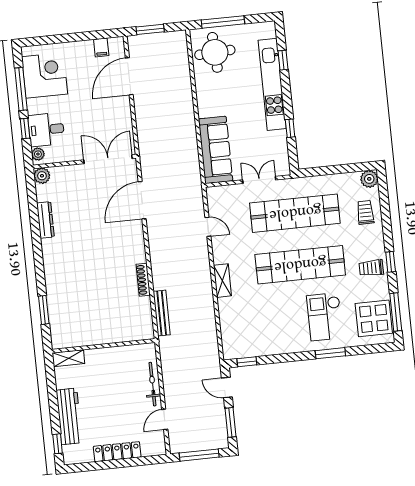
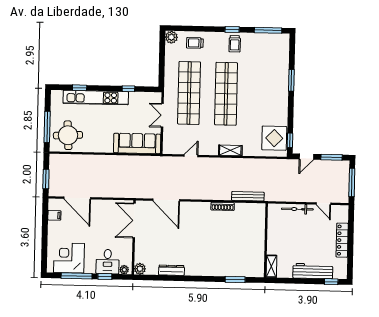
checkout: (325, 317) -> (265, 81), removed
display table: (374, 318) -> (274, 138), moved

